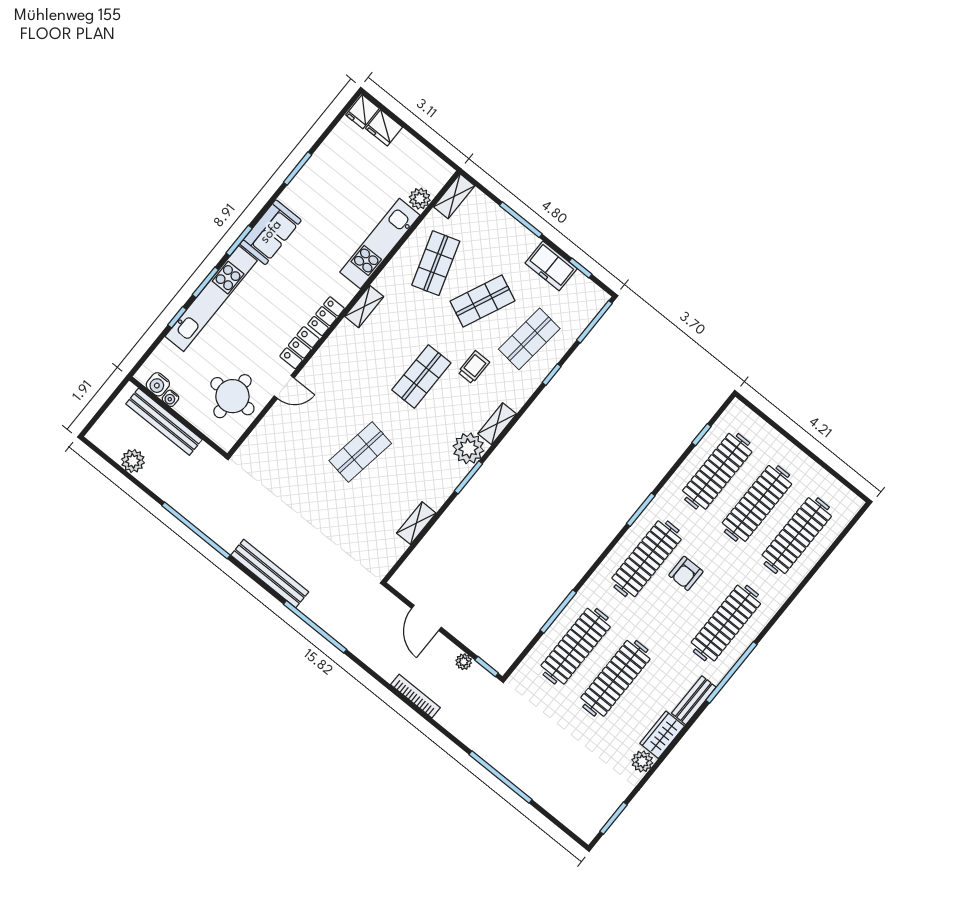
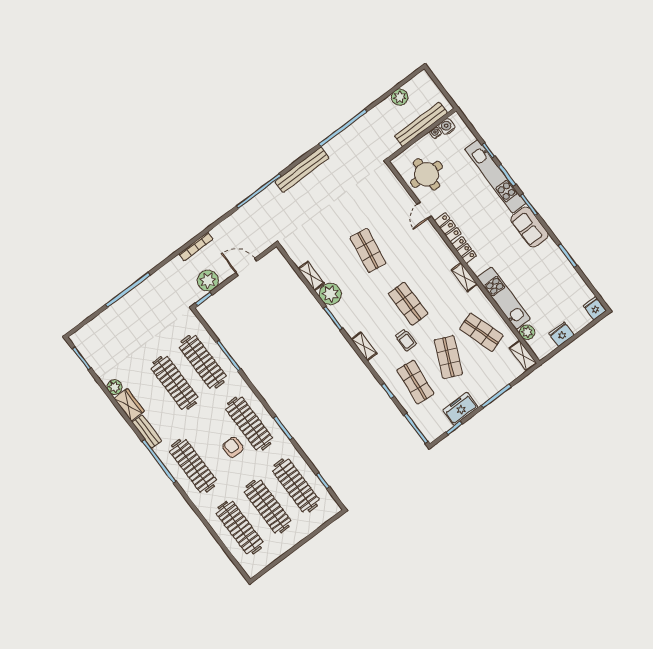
fridge: (384, 128) -> (561, 334), moved
plant: (468, 448) -> (330, 294), moved
plant: (464, 662) -> (208, 281), width x1.88, depth x1.88

